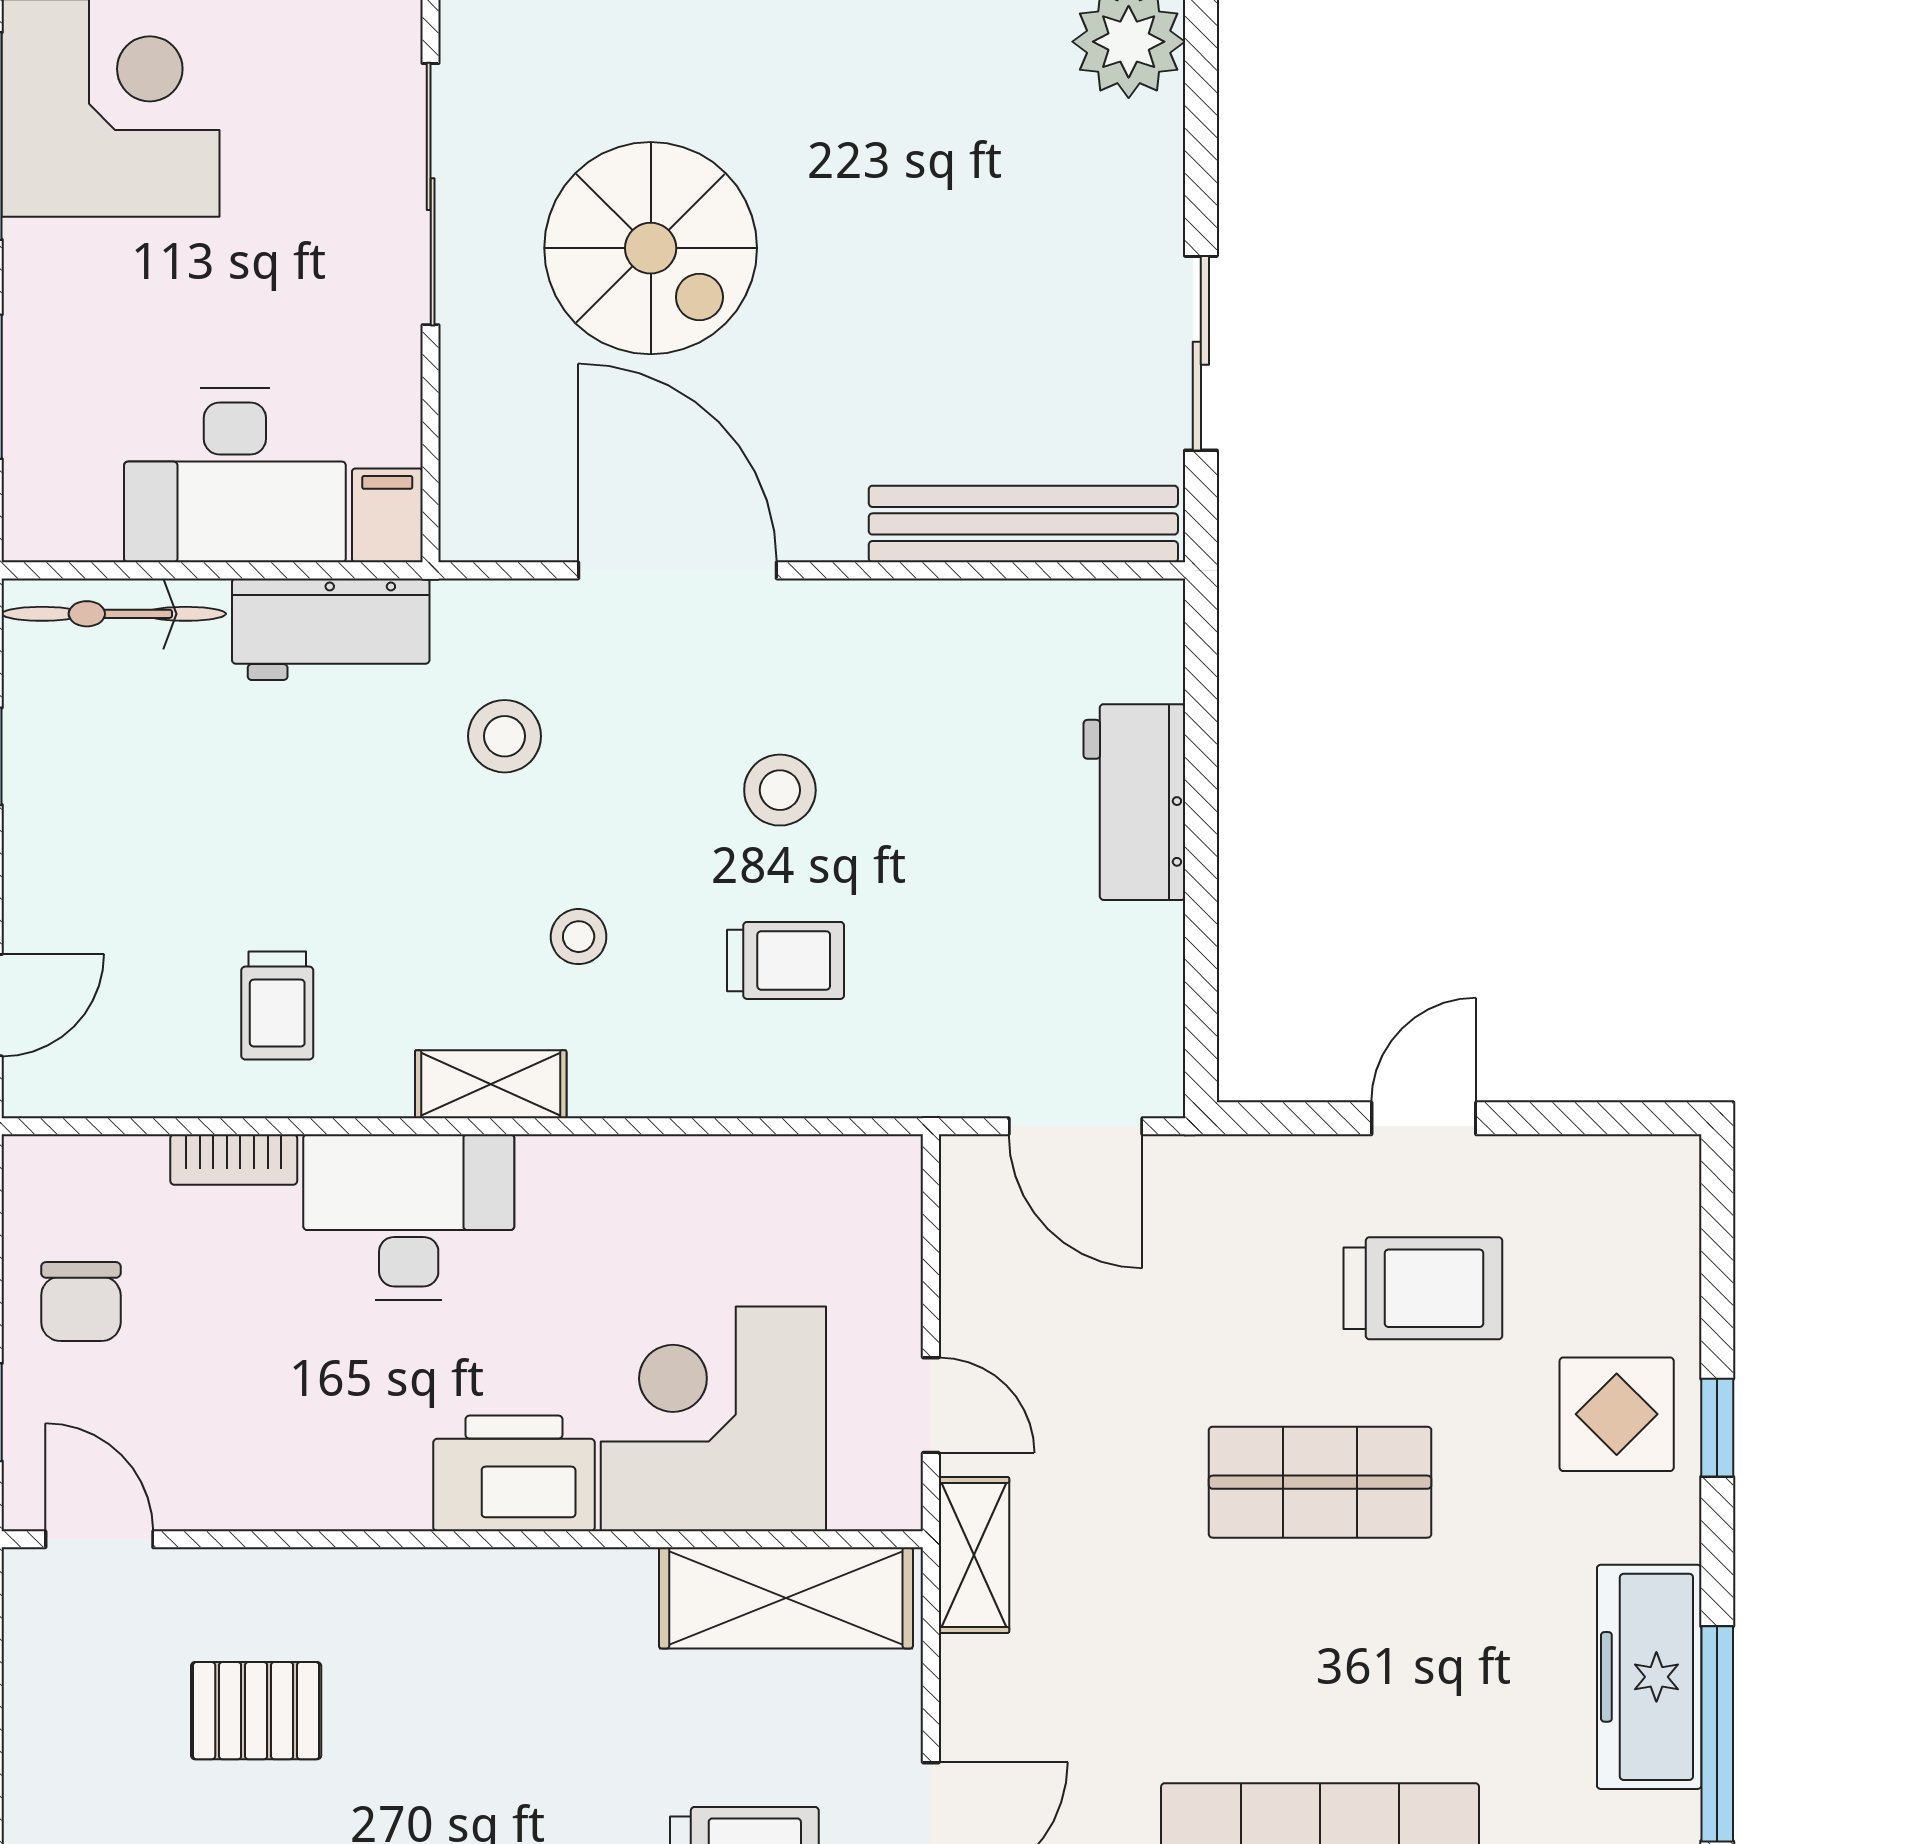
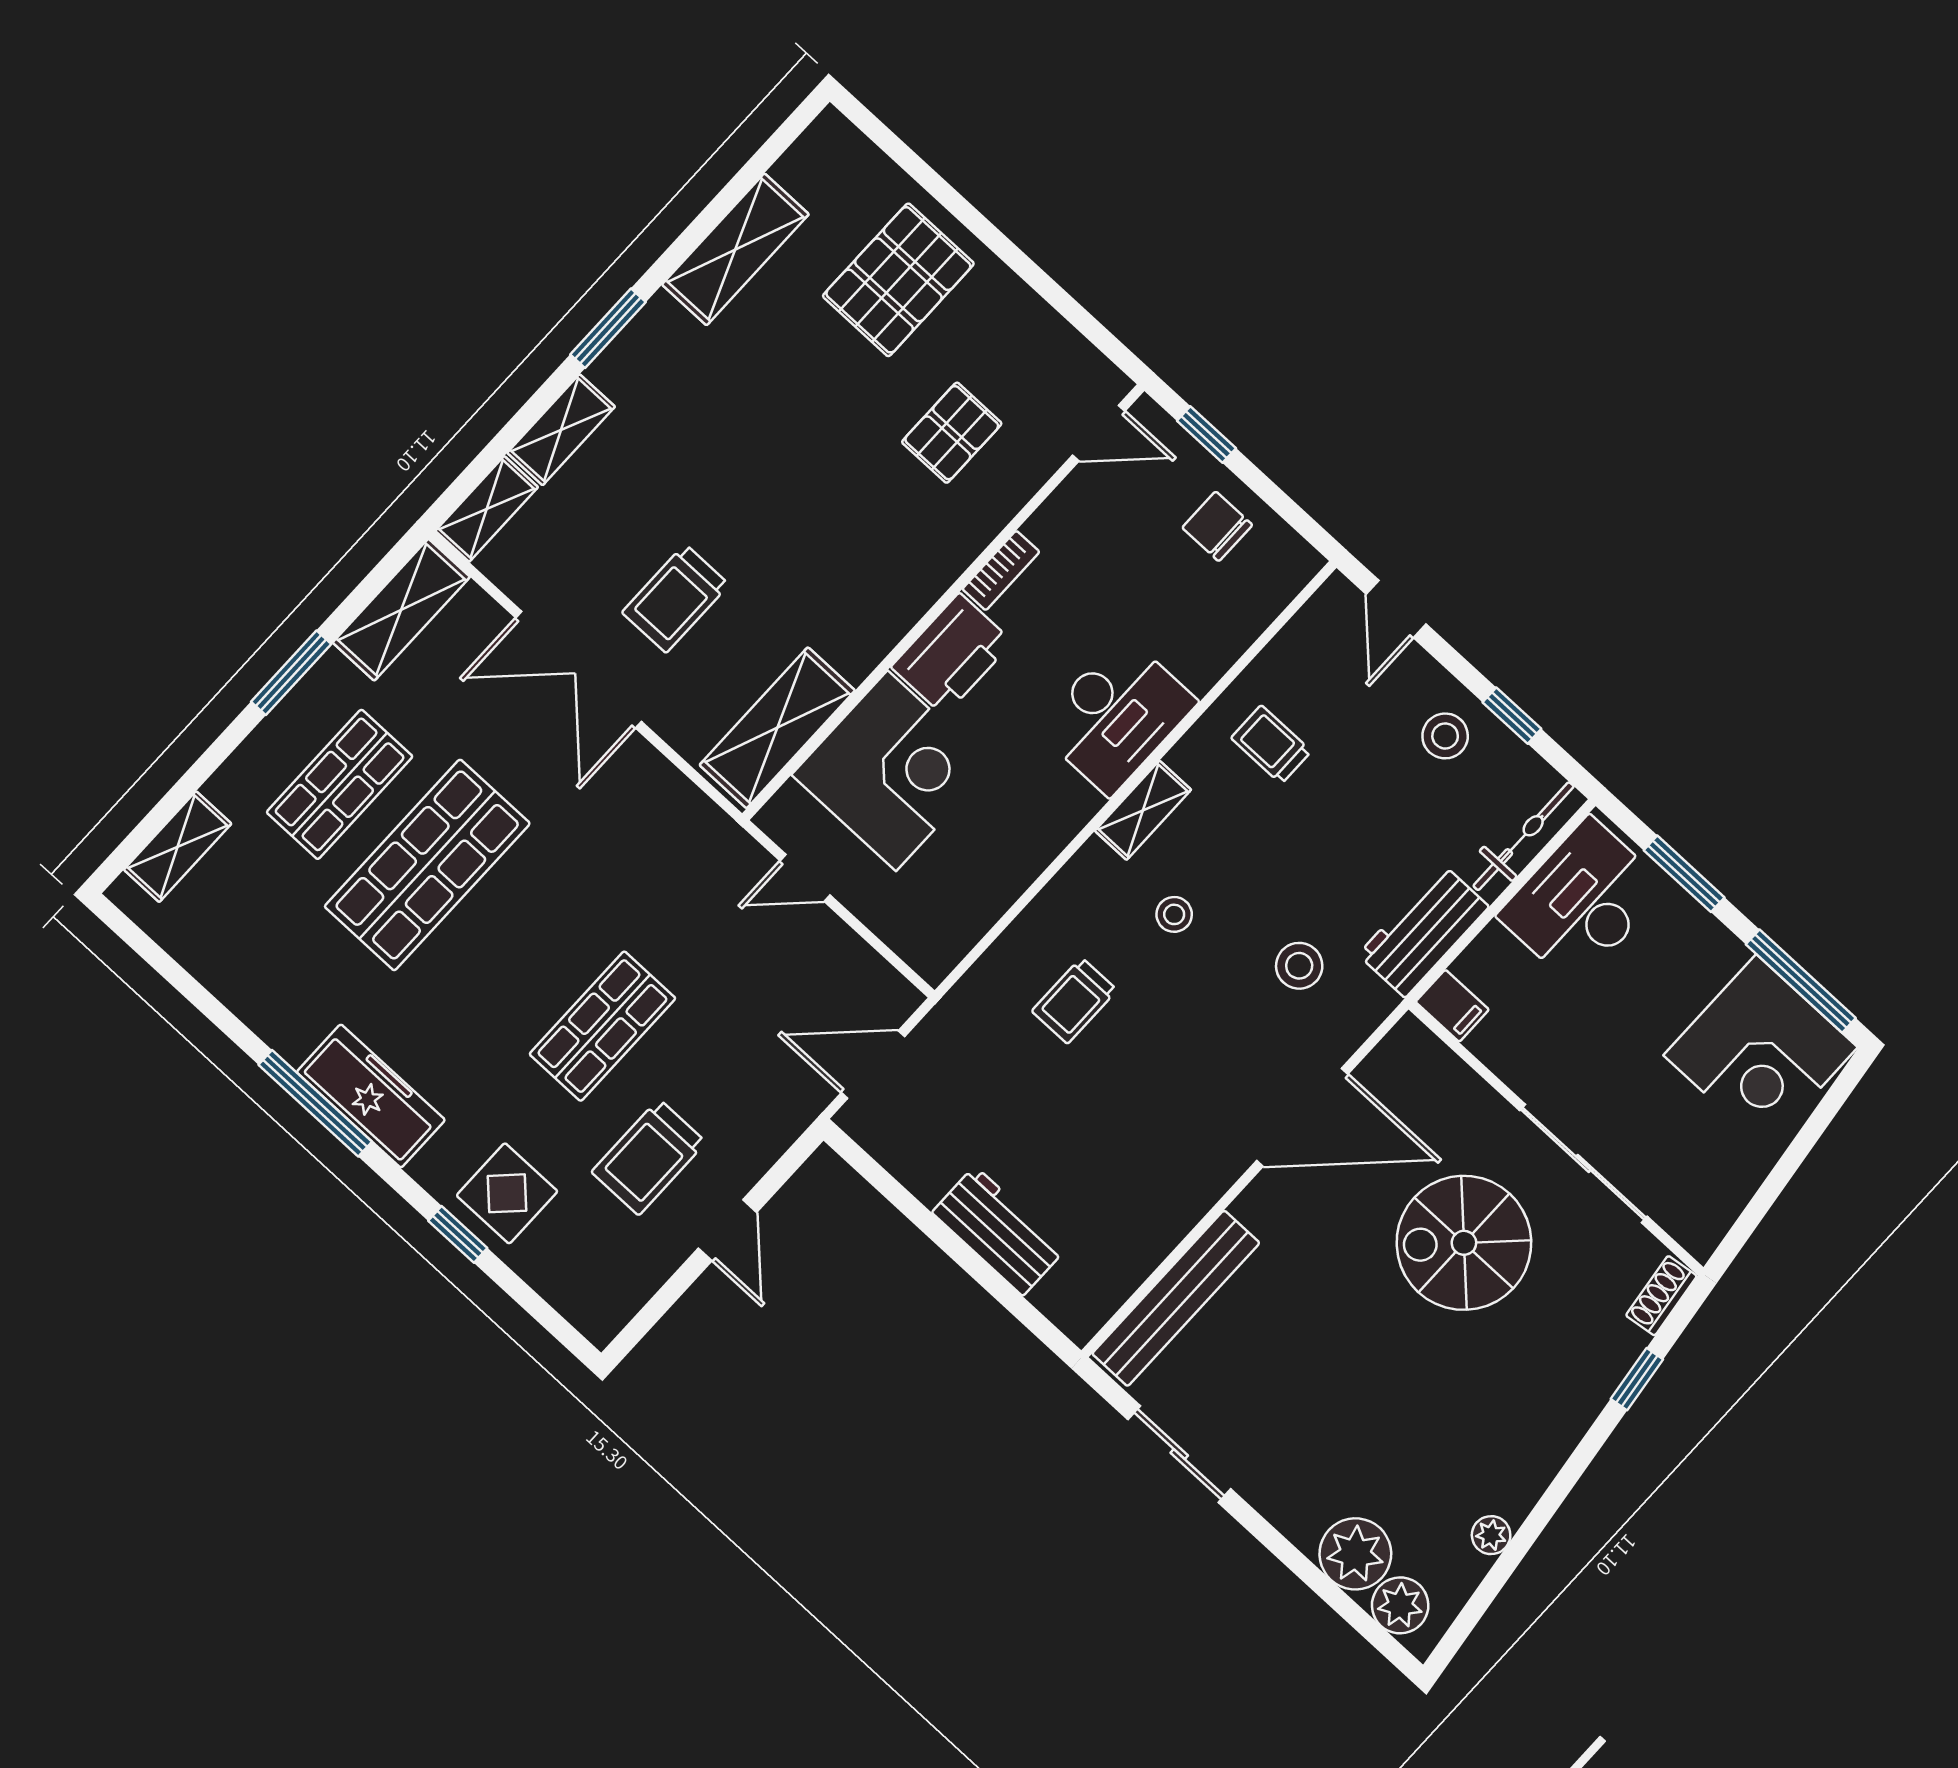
desk: (235, 475) -> (1582, 902), moved
stool: (780, 790) -> (1445, 736), moved
bookcase: (234, 1160) -> (1001, 570), moved, turned 180
shelving: (974, 1555) -> (717, 834), removed

